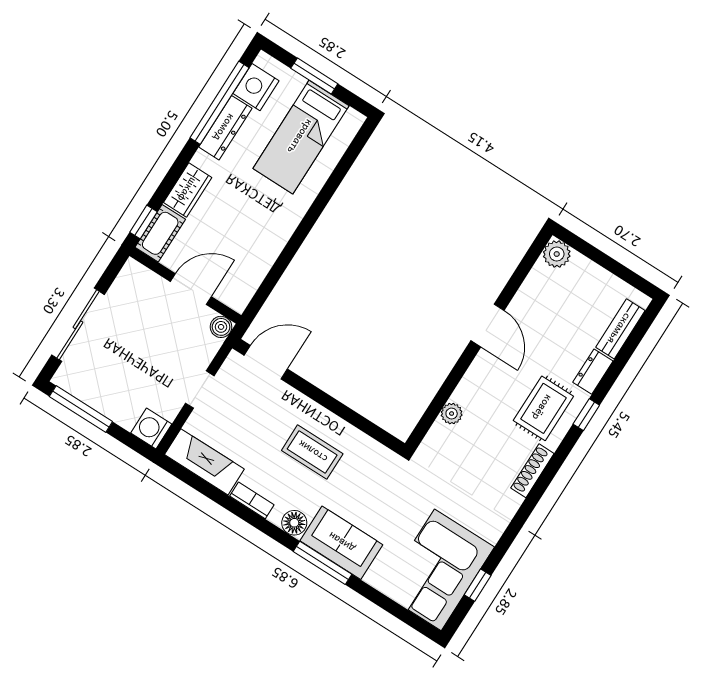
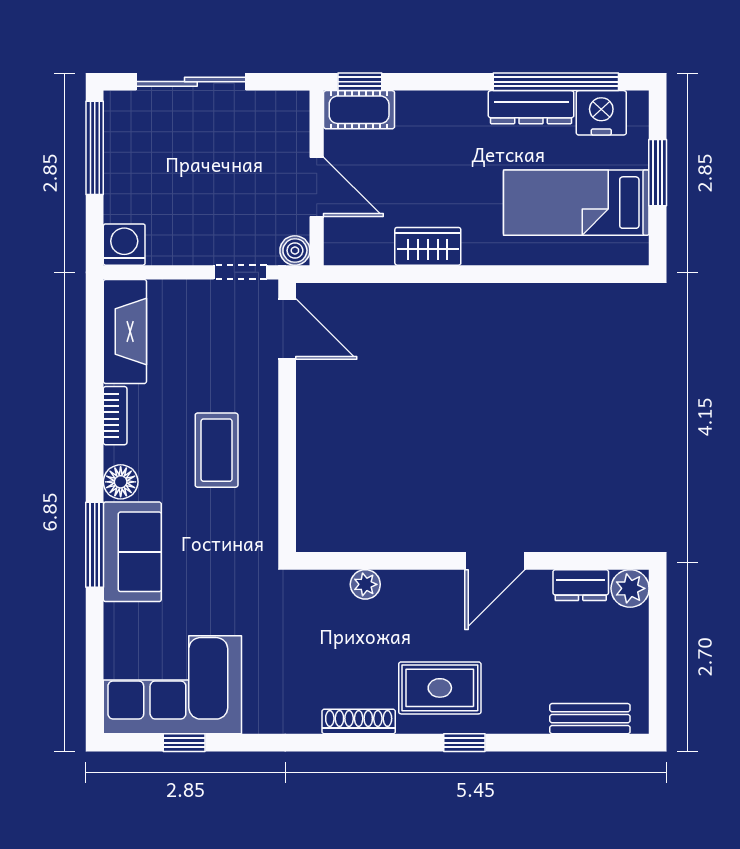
wardrobe: (188, 190) -> (428, 246), moved, turned 180
dresser: (593, 372) -> (581, 585), moved, turned 180
doorway: (200, 390) -> (240, 272), moved

